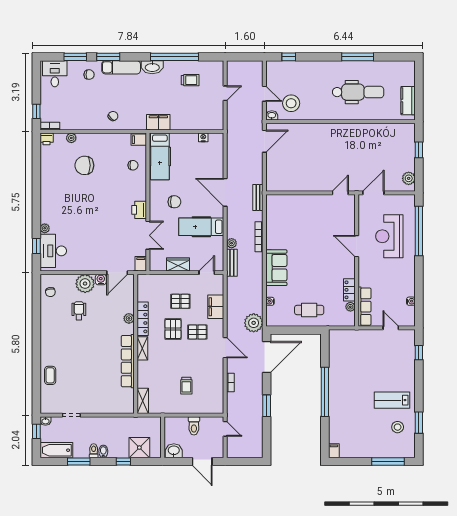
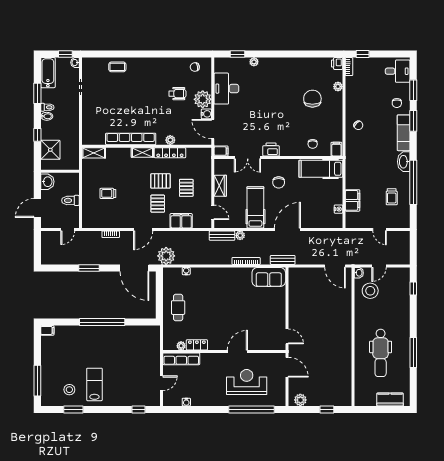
kitchen counter: (408, 101) -> (390, 399), moved
filing cabinet: (158, 122) -> (353, 200), moved
desk: (53, 251) -> (226, 89), moved, turned -90
sofa: (276, 268) -> (269, 277), moved

